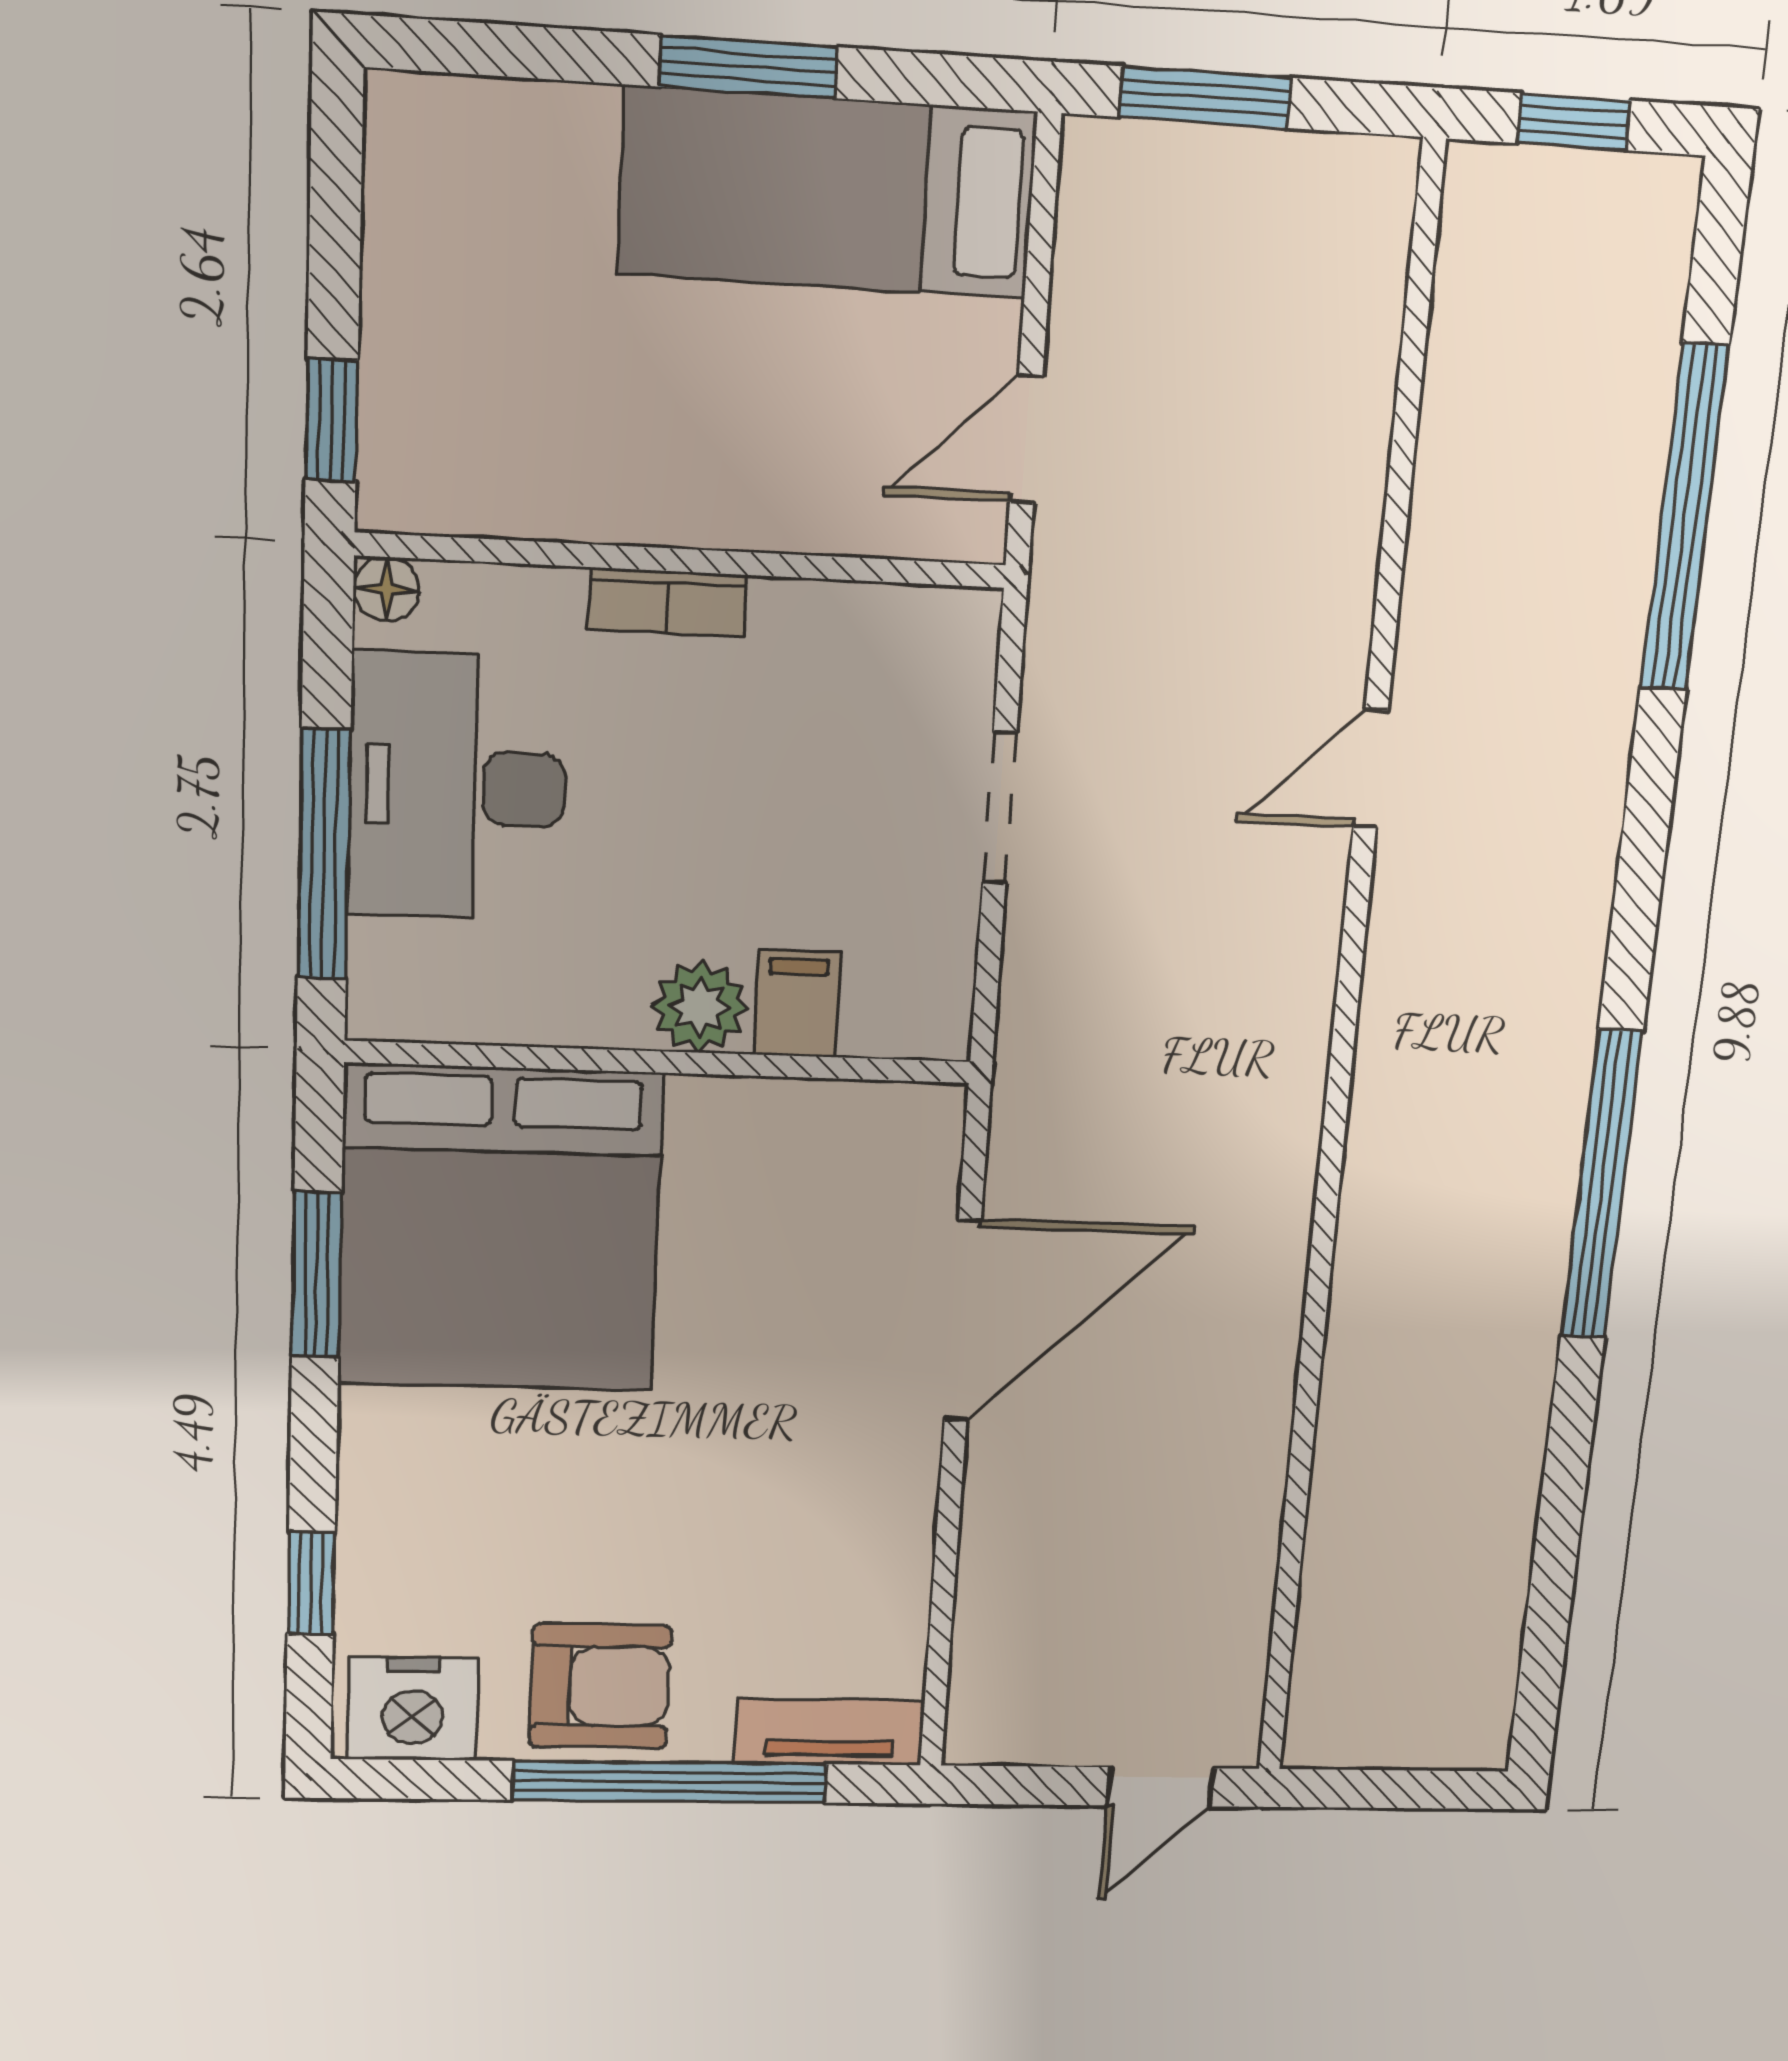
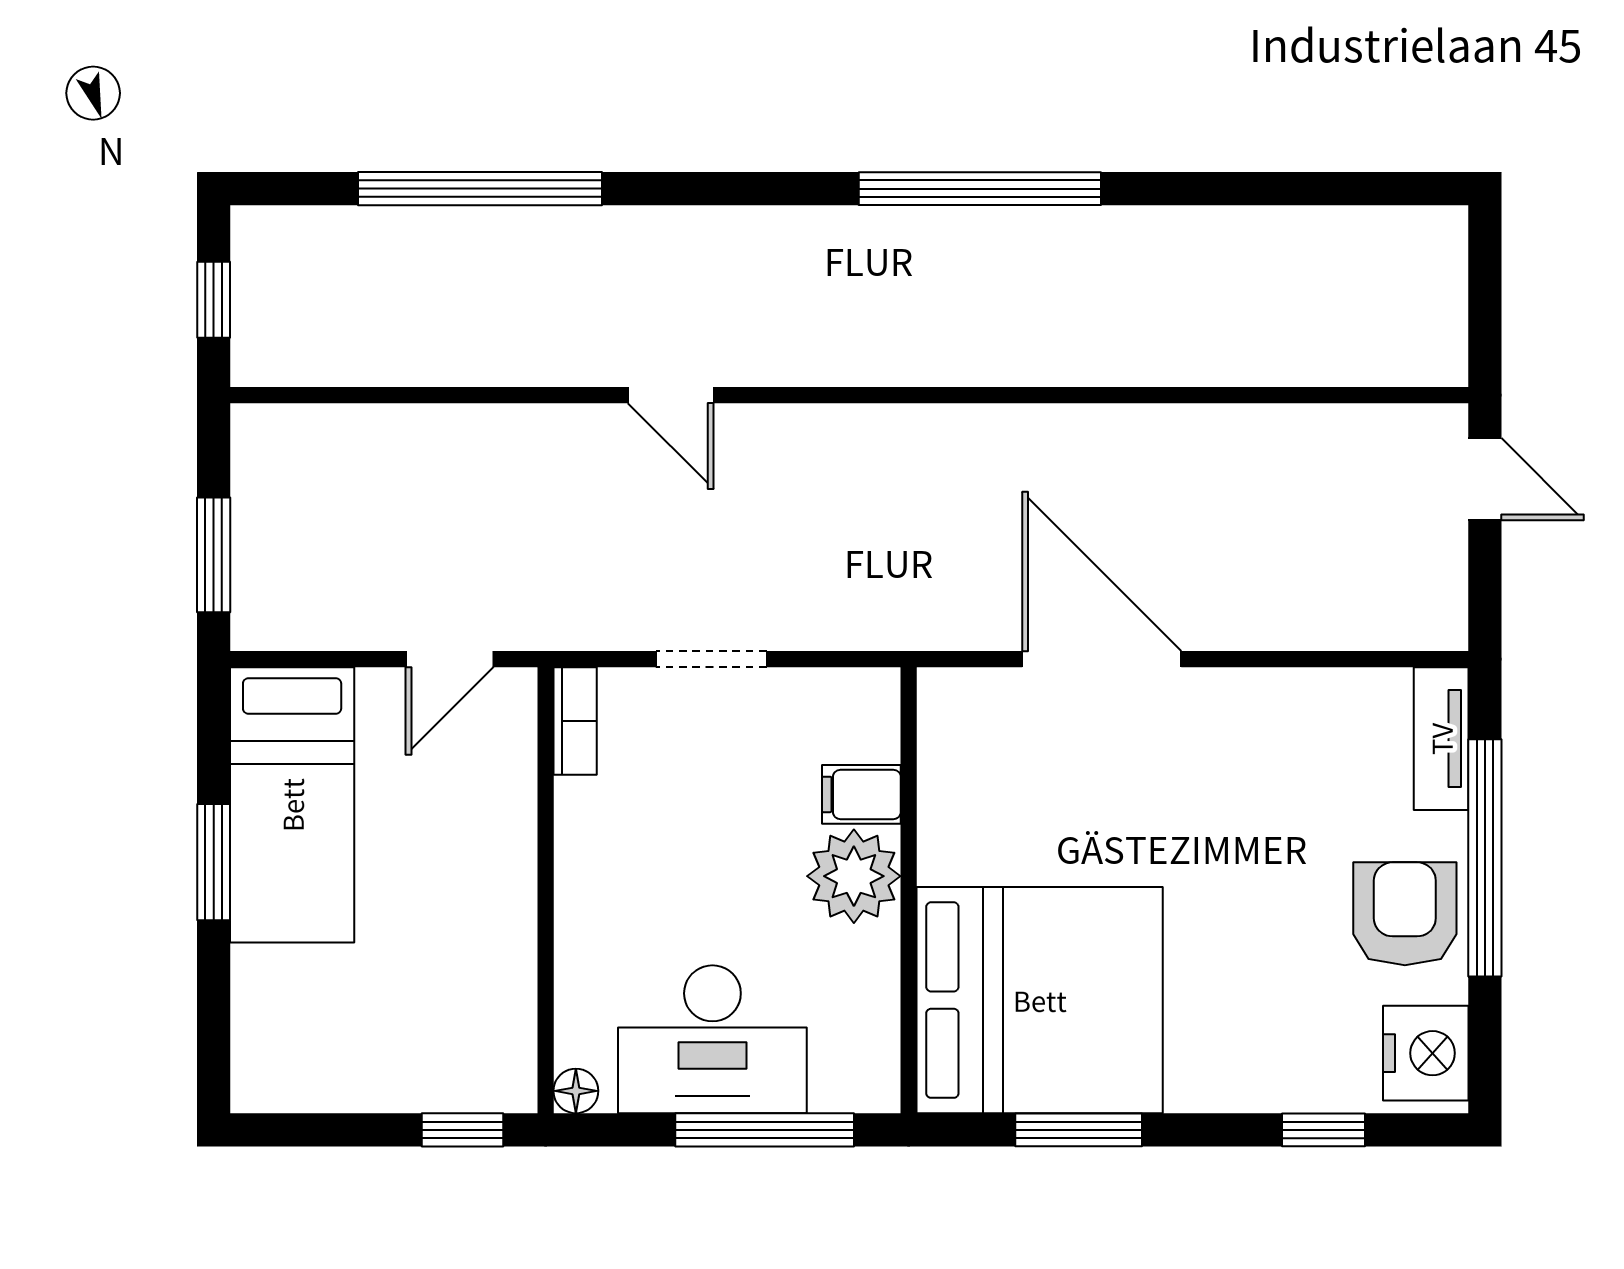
door: (1026, 439) -> (449, 659), hinge flipped
bookcase: (668, 602) -> (575, 721), moved
plant: (700, 1007) -> (854, 876), width x1.36, depth x1.36

